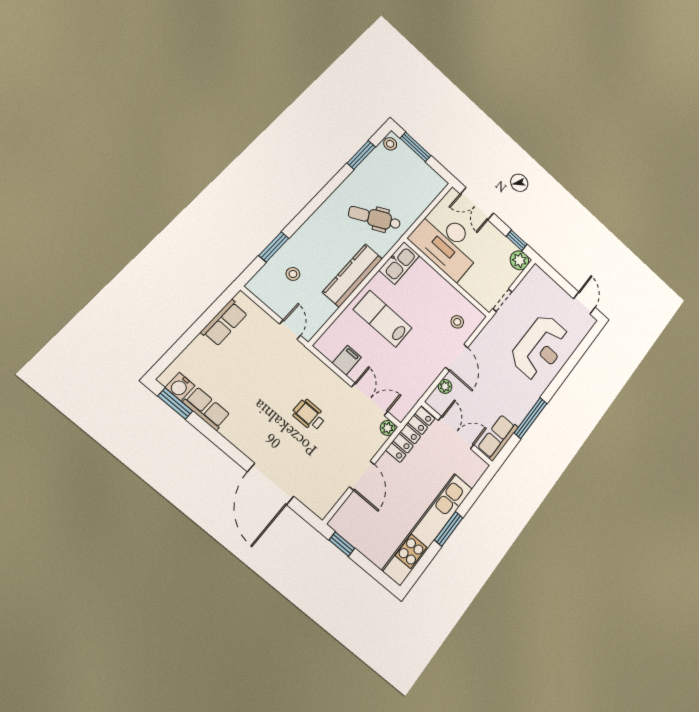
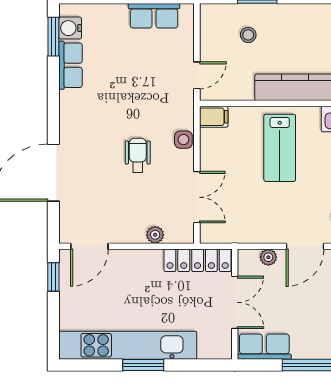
lab bench: (383, 319) -> (280, 148), turned 180
filing cabinet: (347, 360) -> (214, 117), moved
side table: (325, 375) -> (183, 140), added
plant: (388, 428) -> (155, 235), moved
door: (362, 476) -> (89, 246), moved

